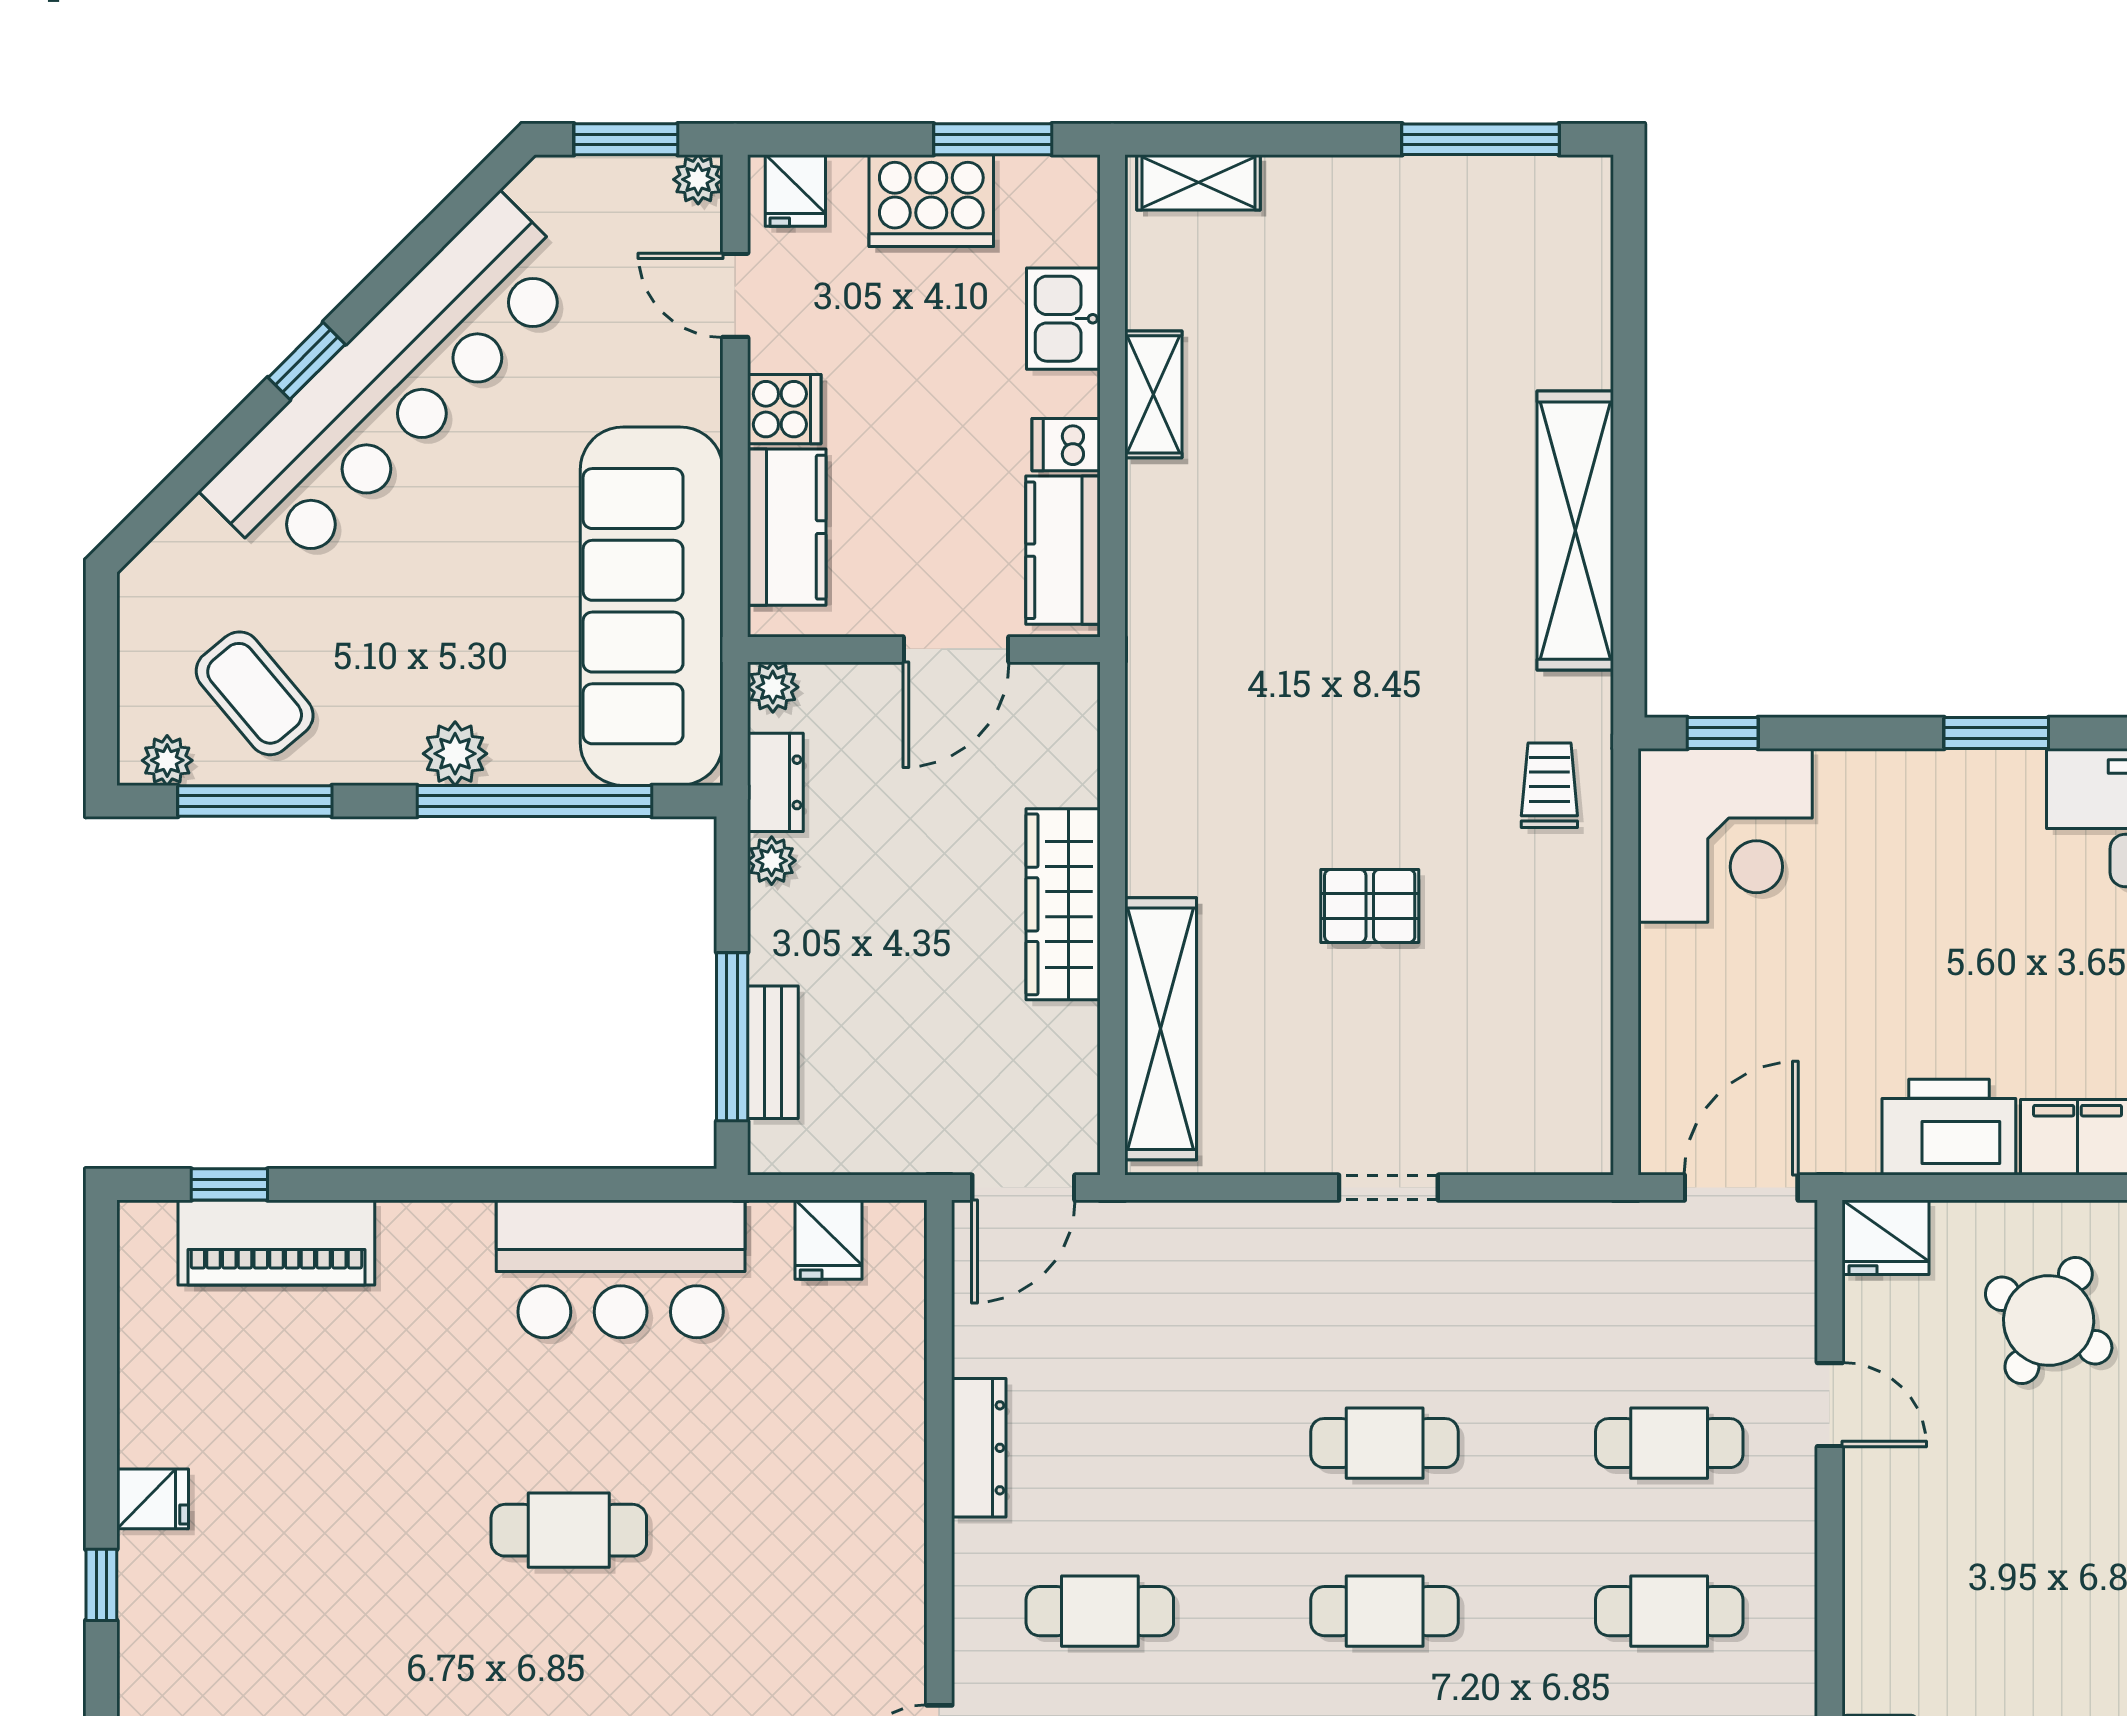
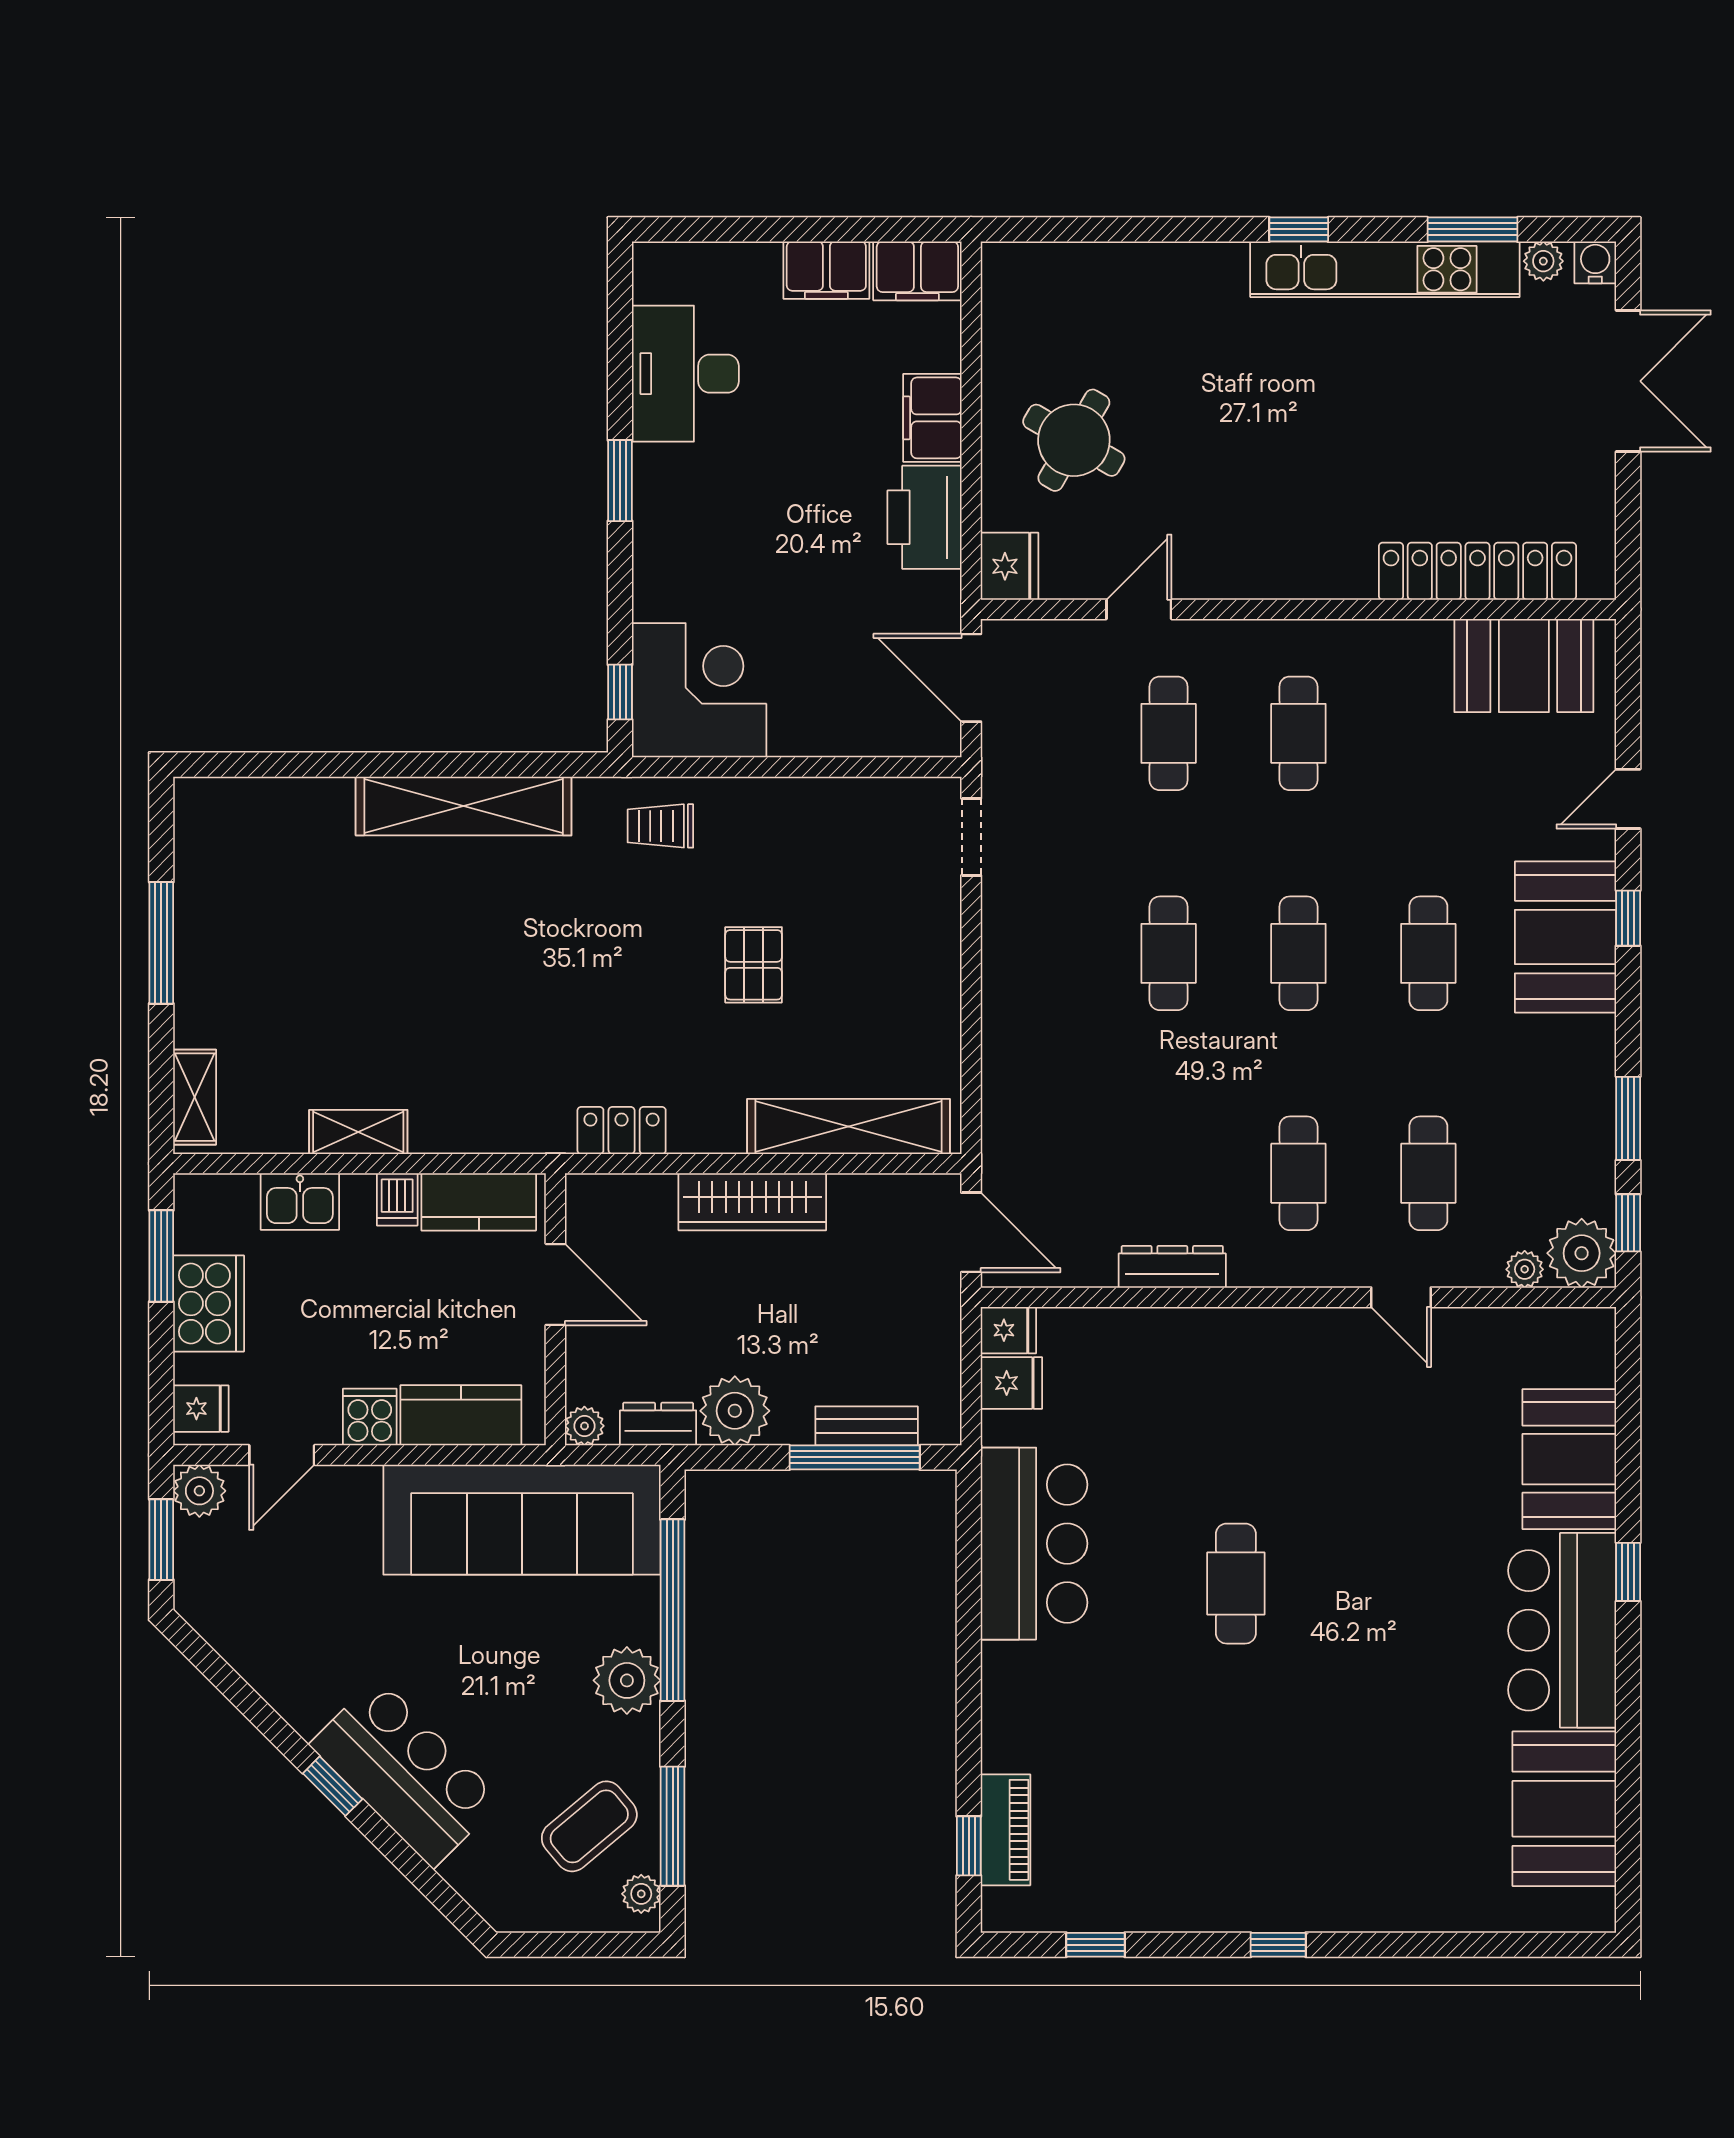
window: (1480, 139) -> (161, 943), moved
plant: (698, 179) -> (199, 1491), width x1.38, depth x1.38
bar counter: (394, 386) -> (405, 1772), width x0.54
locker: (1155, 735) -> (622, 1130), added
plant: (455, 754) -> (627, 1680), width x1.36, depth x1.36
plant: (772, 861) -> (735, 1411), width x1.88, depth x1.88
doorway: (1388, 1188) -> (971, 837), moved
piano: (276, 1243) -> (1006, 1830), width x0.73, depth x0.75
window: (101, 1348) -> (1095, 1945), added
fridge: (153, 1499) -> (1008, 1330), moved, turned 90

